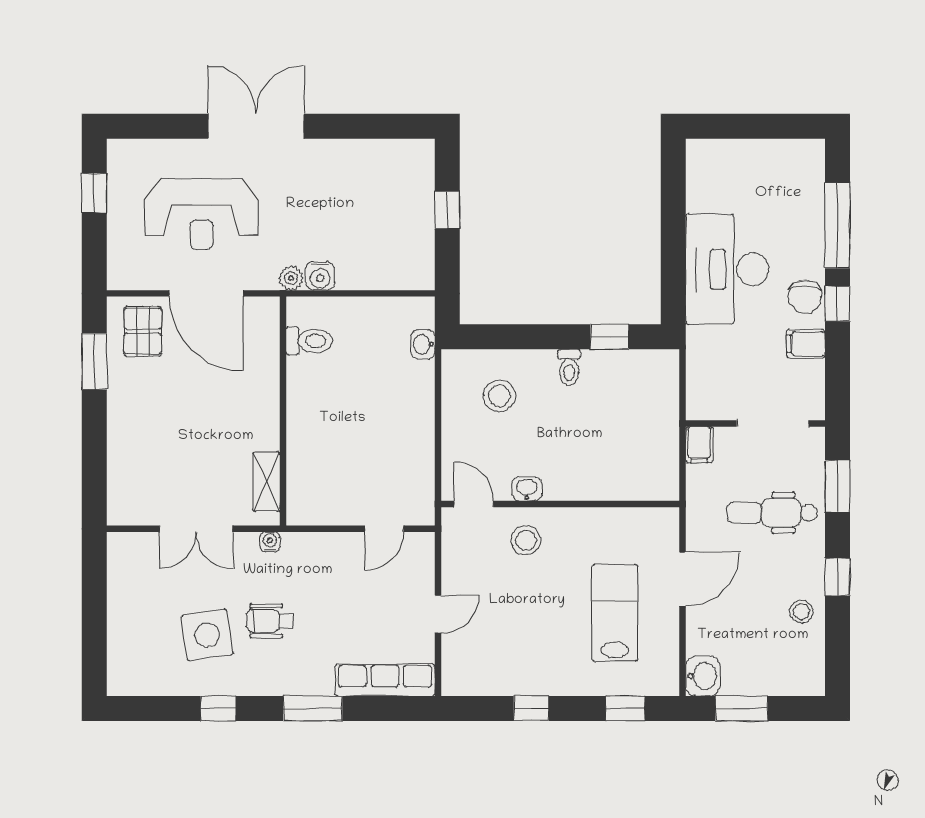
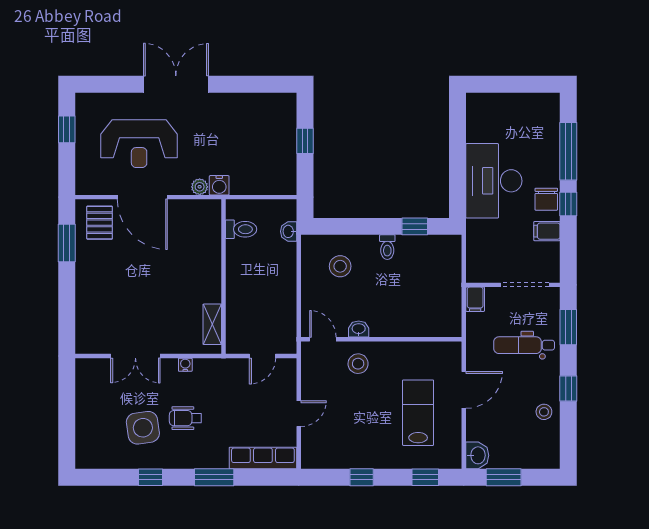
toilet: (309, 341) -> (241, 229), moved
wall: (283, 411) -> (223, 277), moved
shelving: (266, 482) -> (212, 324), moved

